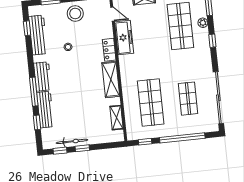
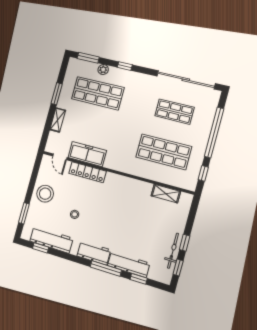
door: (112, 14) -> (60, 157), swing flipped
locker: (109, 50) -> (87, 172), width x1.53
shelving: (111, 79) -> (124, 184), removed

